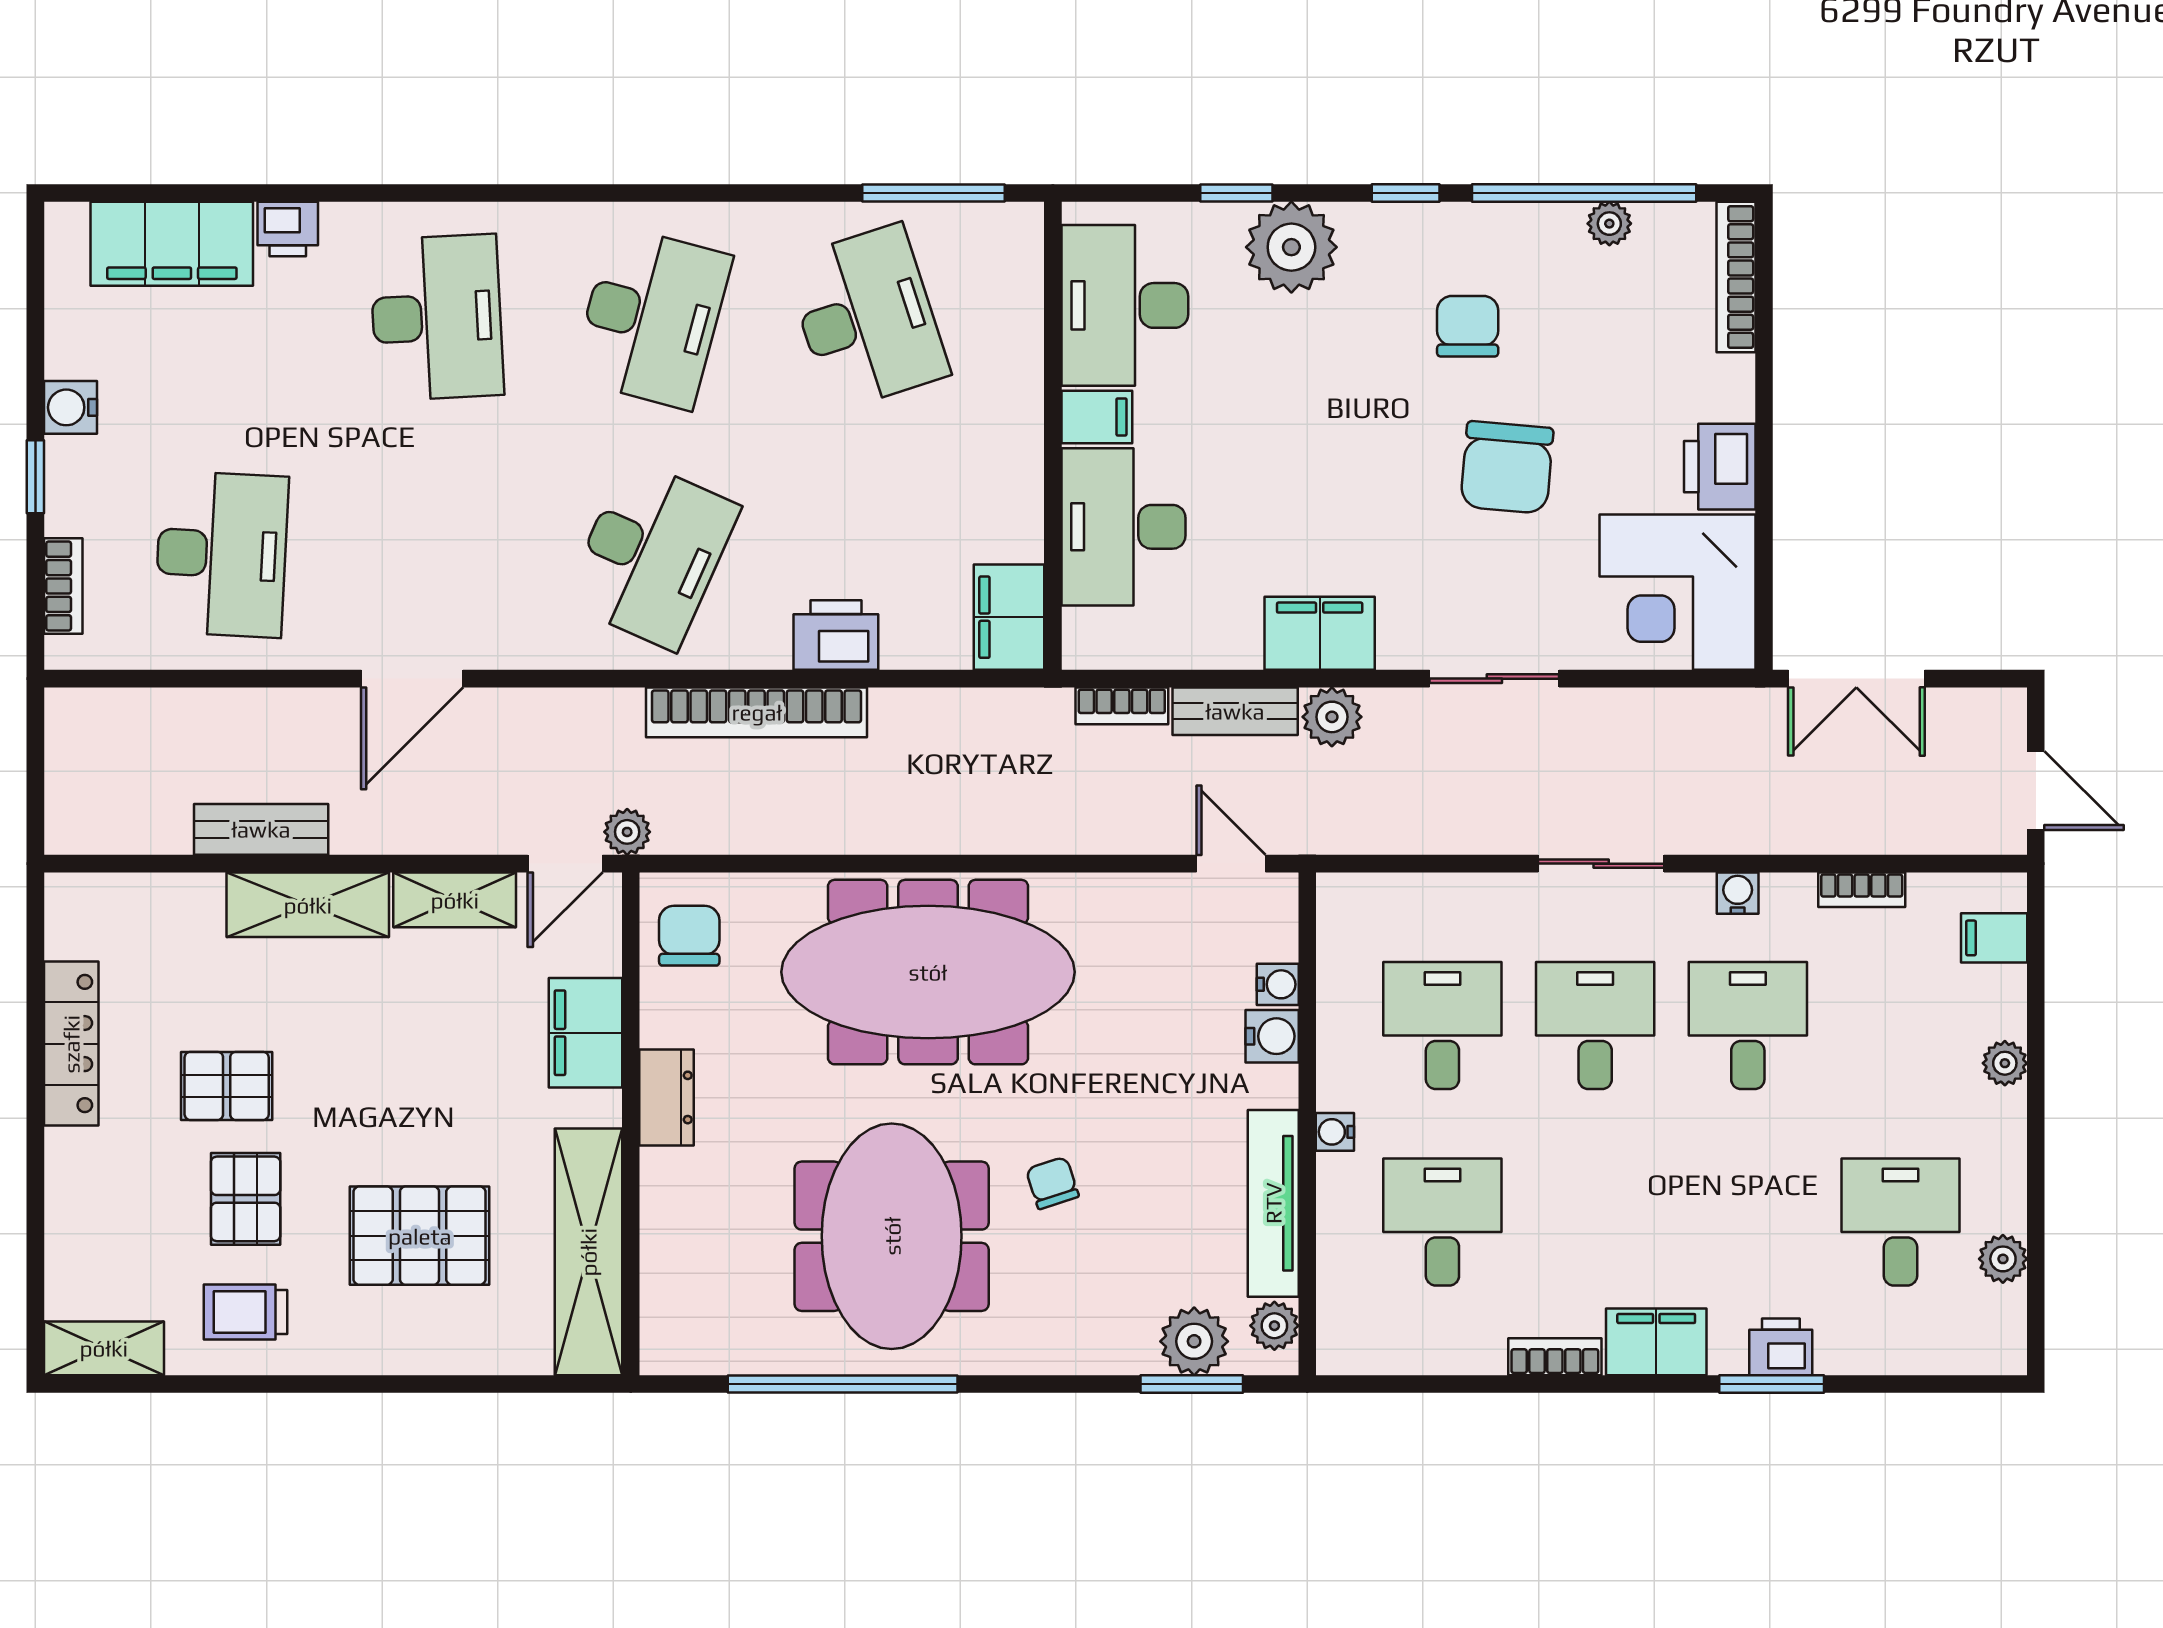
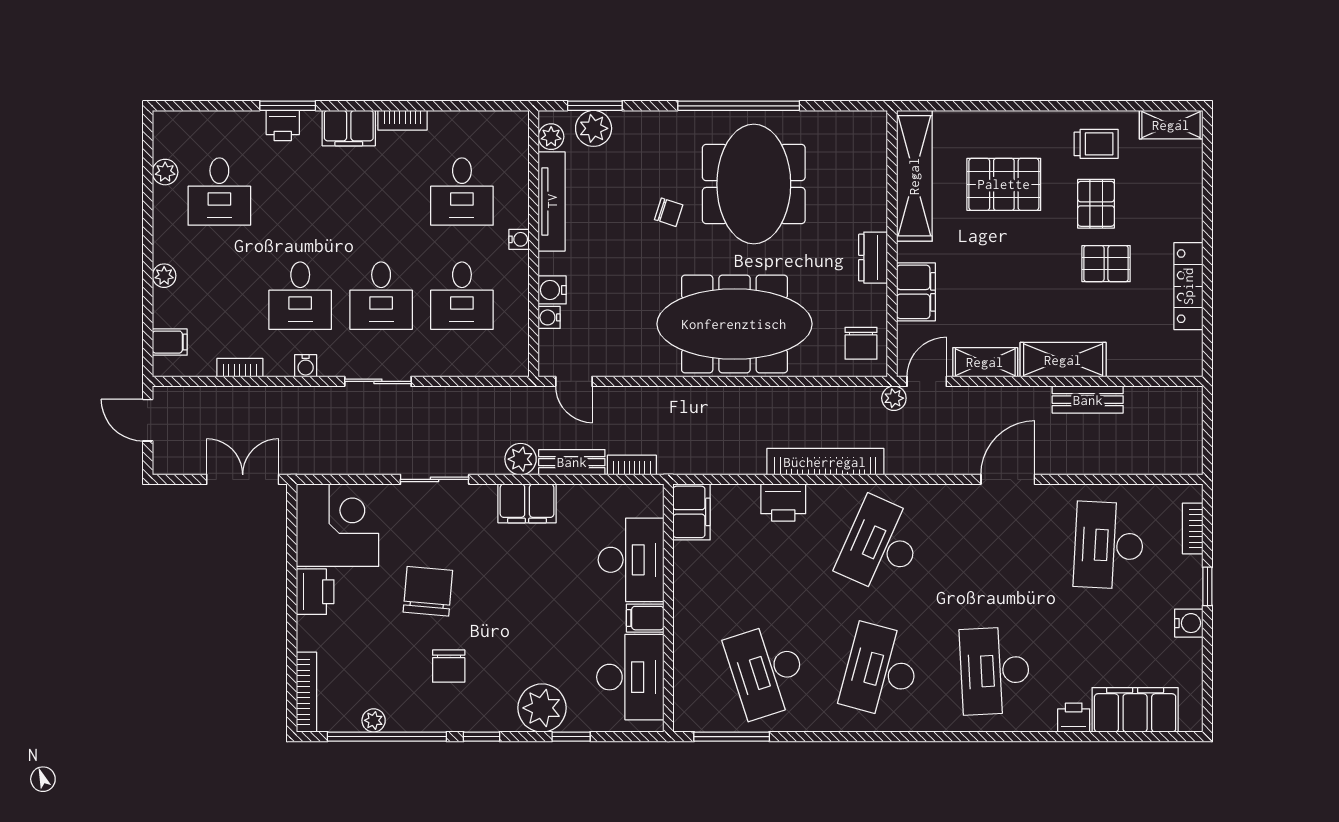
chair: (1052, 1183) -> (669, 212), turned -54
window: (843, 1384) -> (739, 106), moved

